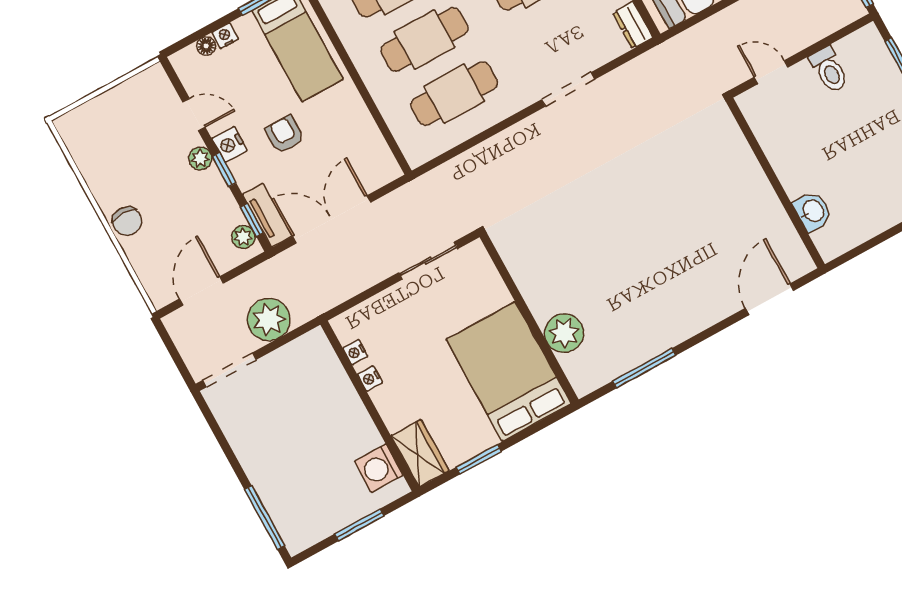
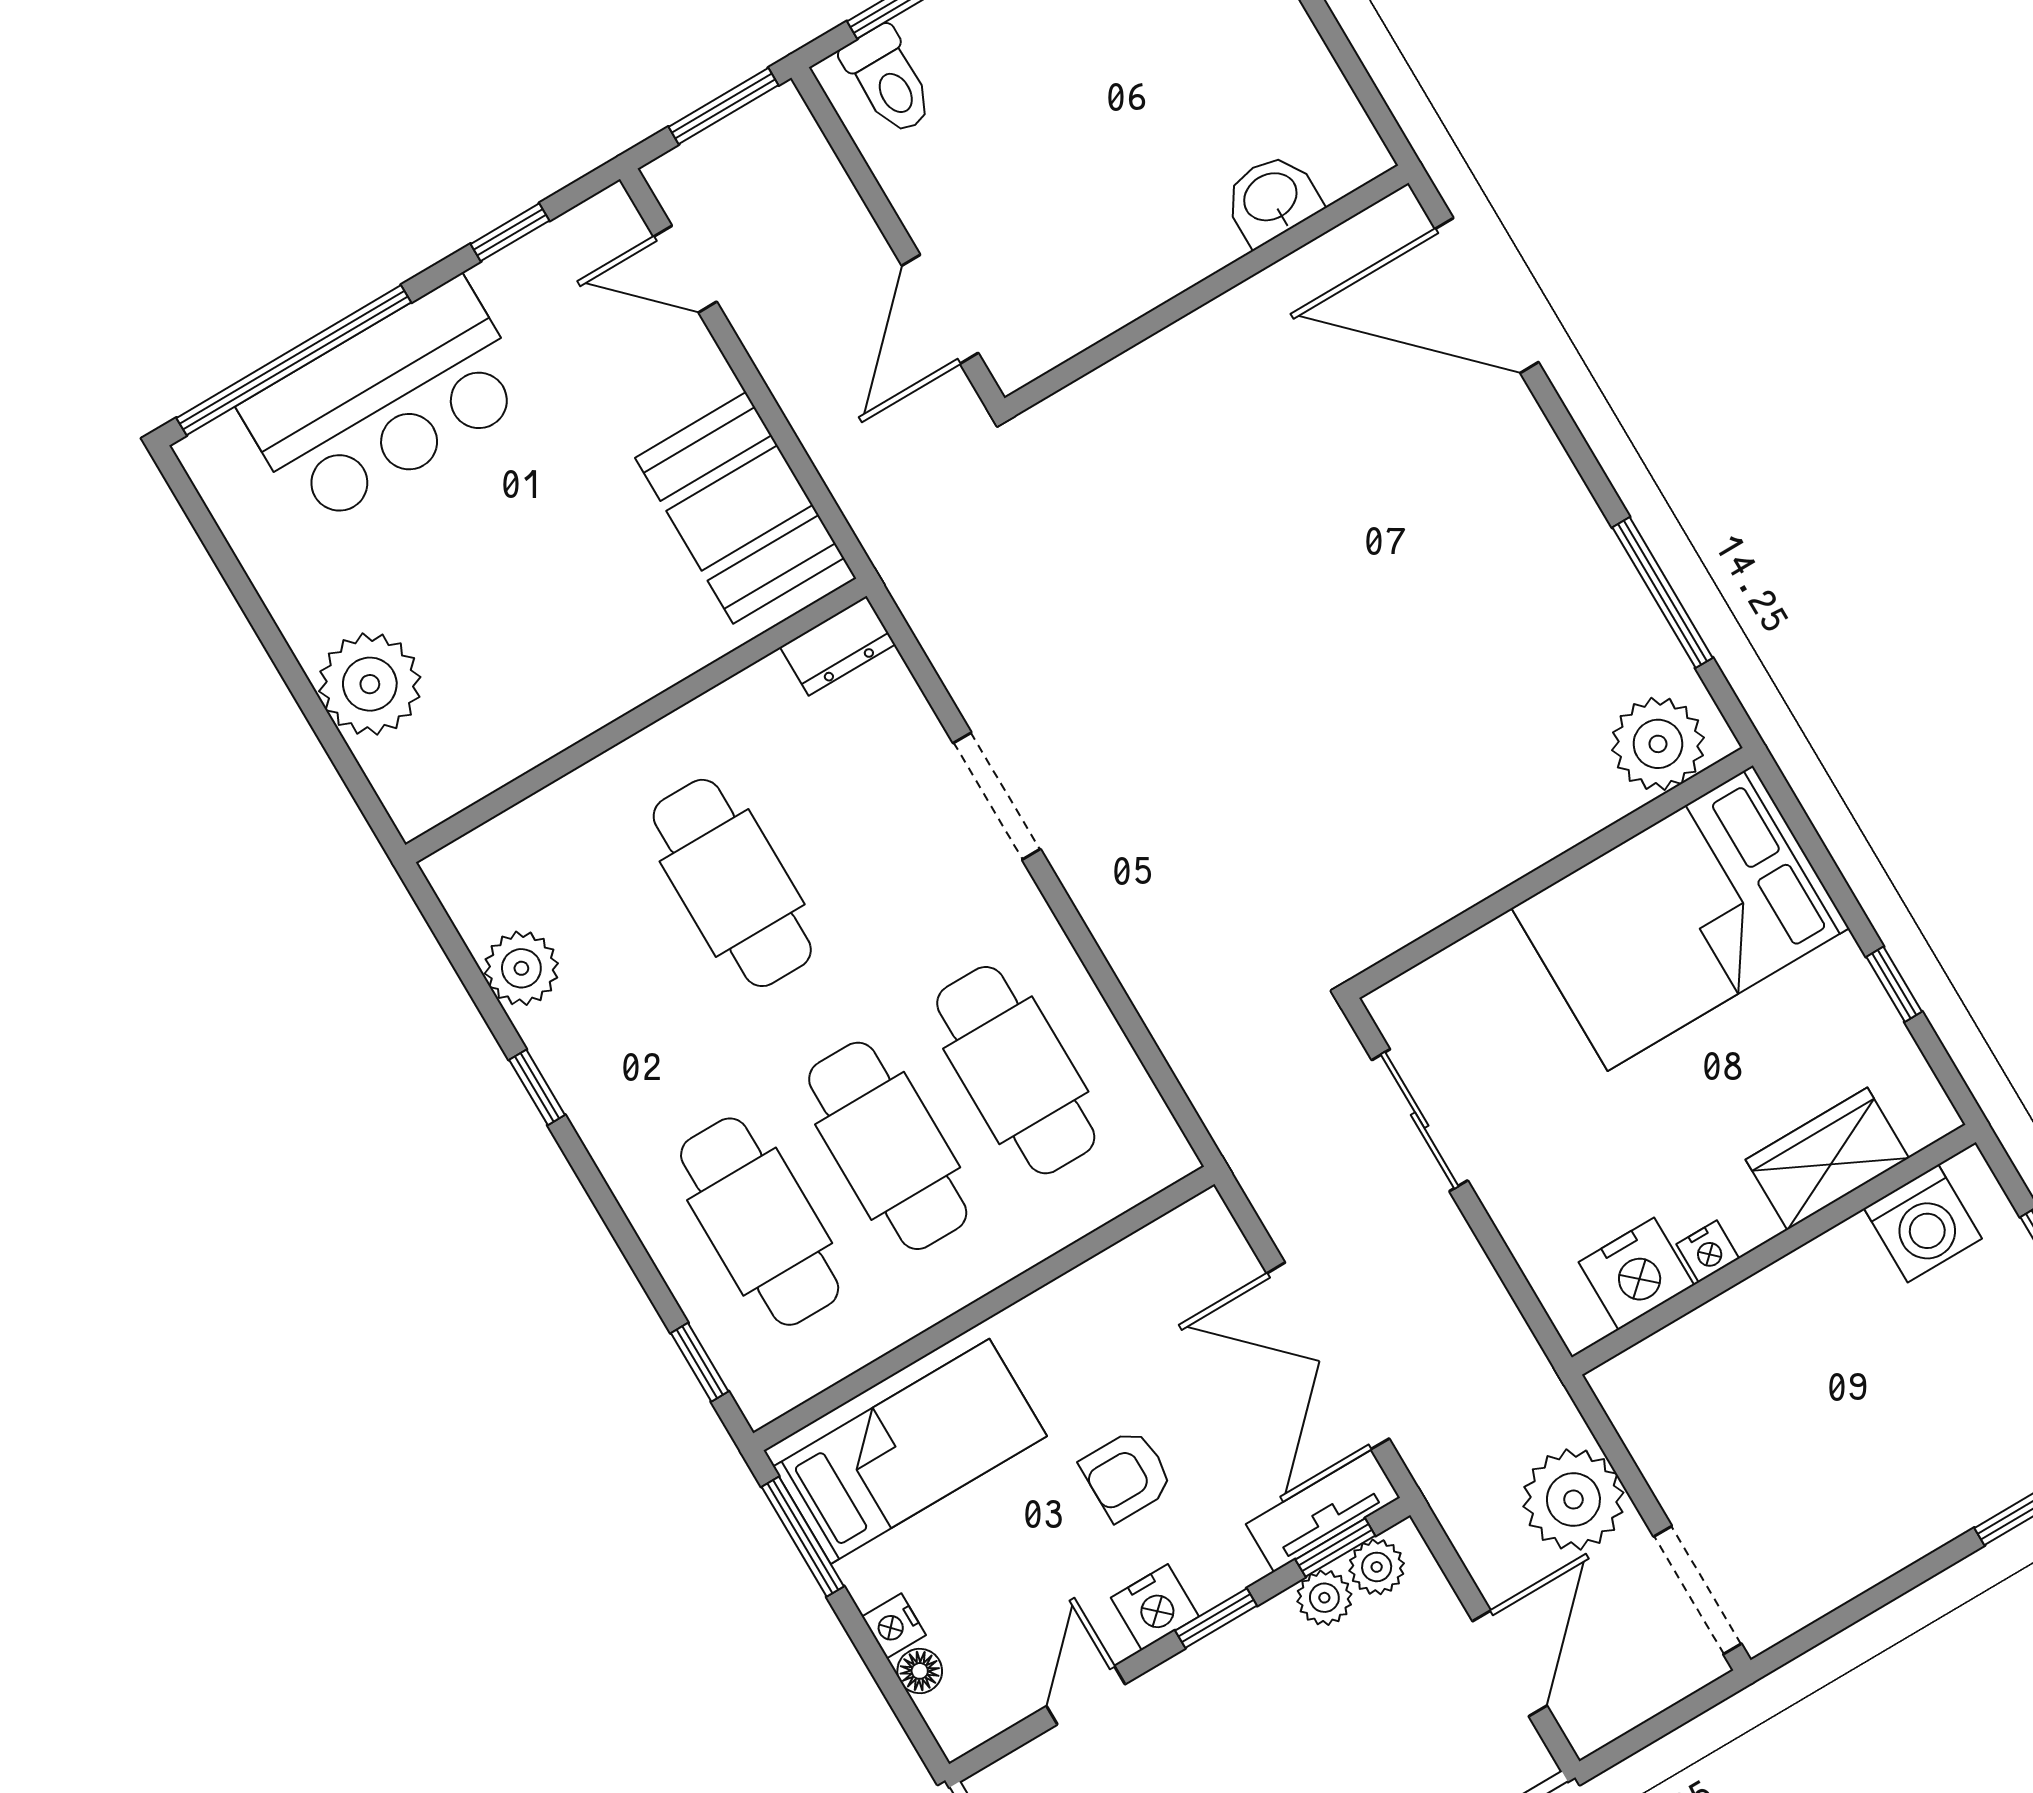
toilet: (829, 70) -> (888, 80), moved, turned 90
door: (771, 72) -> (940, 309), width x1.38
plant: (200, 159) -> (1324, 1598), moved
door: (202, 291) -> (1510, 1663), swing flipped
door: (770, 299) -> (1487, 295), width x1.36
plant: (564, 333) -> (1658, 744), moved
nightstand: (355, 352) -> (1636, 1274), width x1.89, depth x1.79
wardrobe: (420, 453) -> (1827, 1159), moved
window: (478, 459) -> (1894, 984), width x0.67

